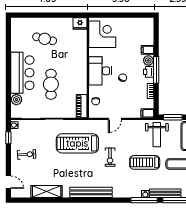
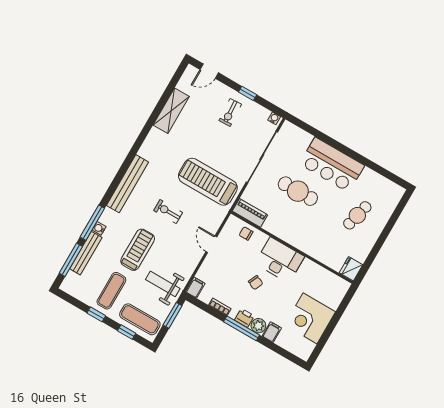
corner desk: (102, 34) -> (310, 318), moved, turned 90
plant: (16, 100) -> (304, 139), removed
window: (8, 138) -> (248, 93), moved
treadmill: (77, 143) -> (208, 182), turned -90
bench: (91, 192) -> (127, 184), moved

